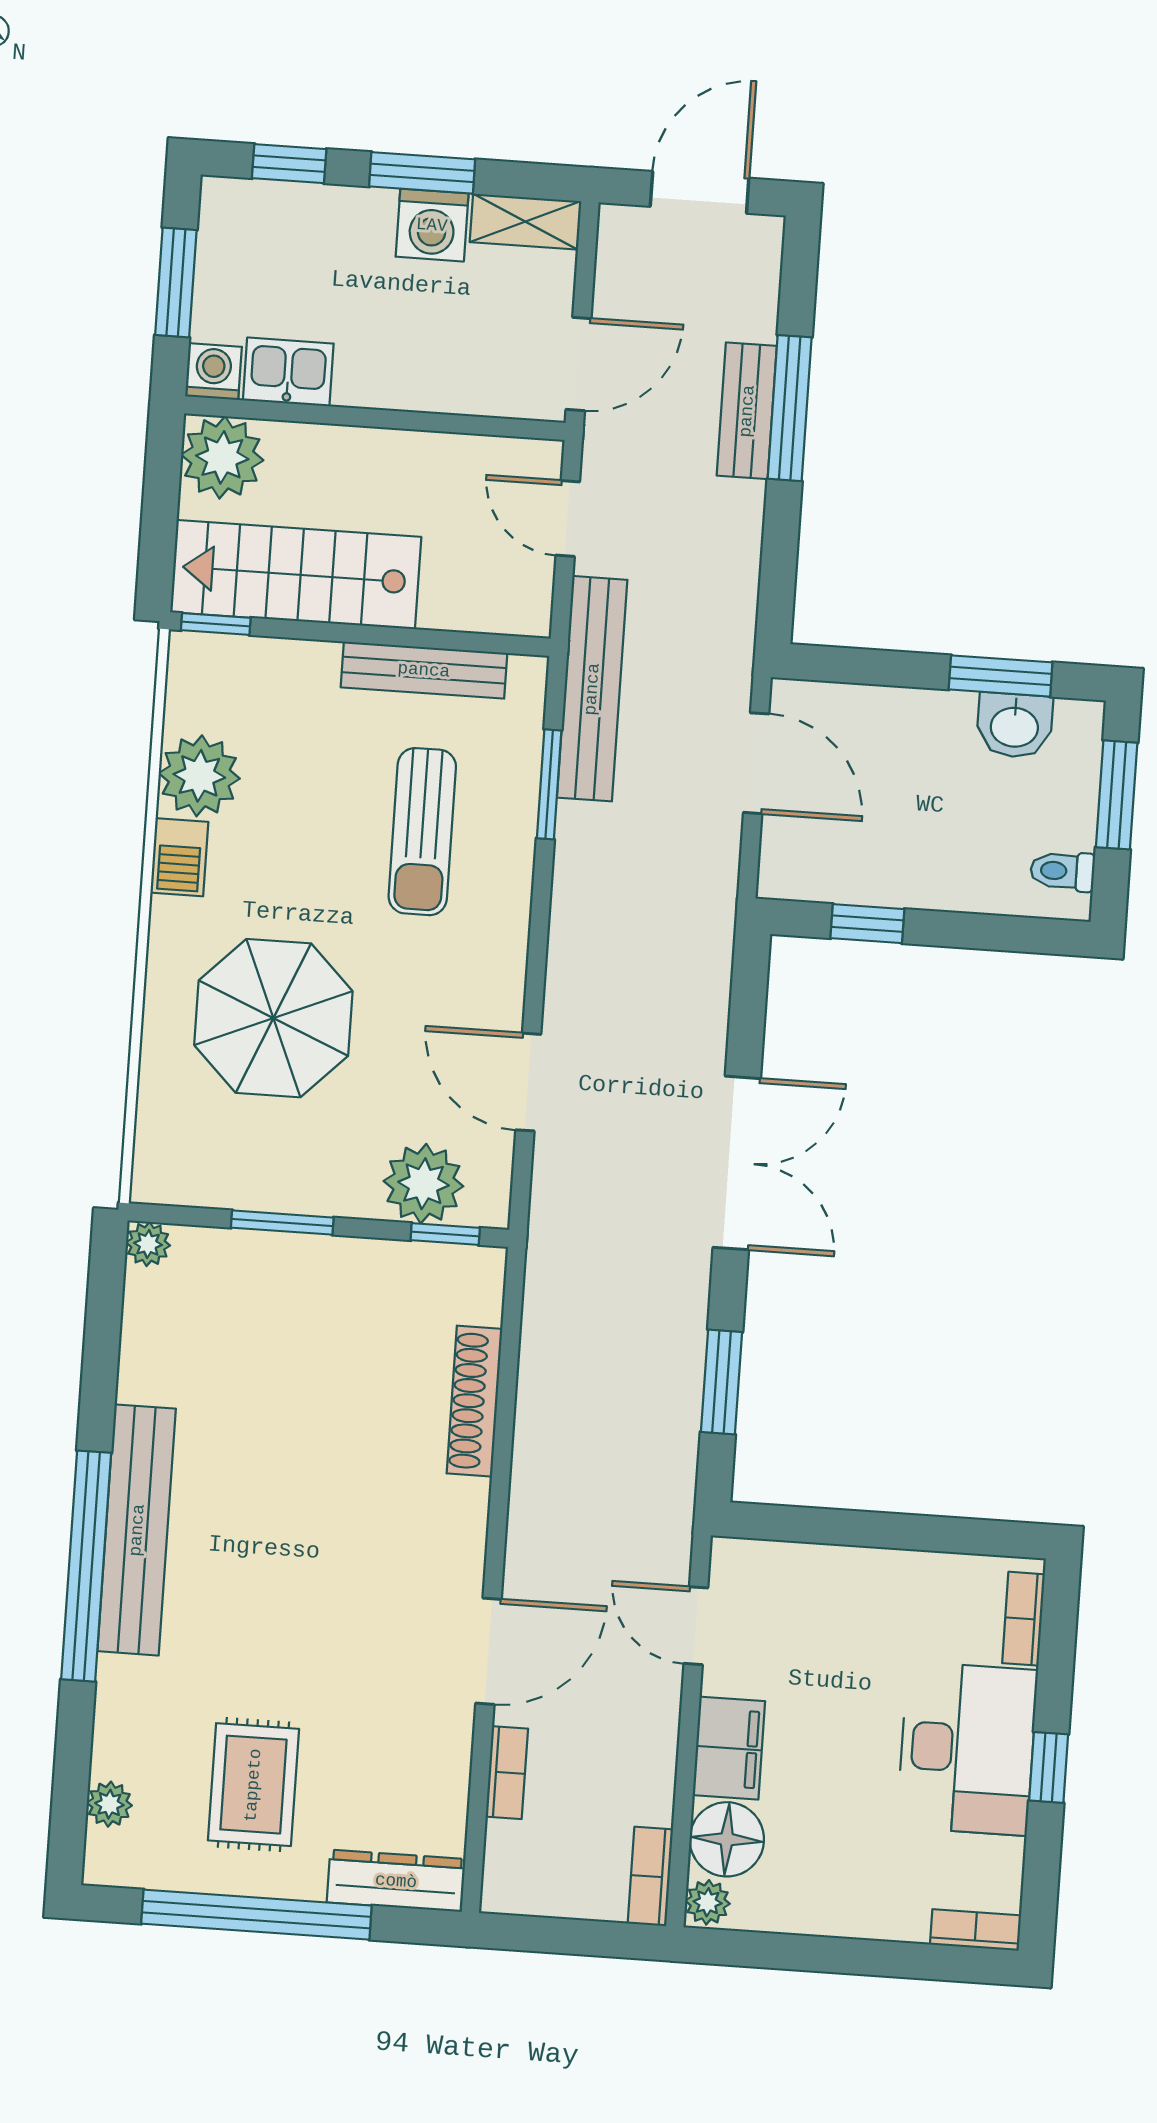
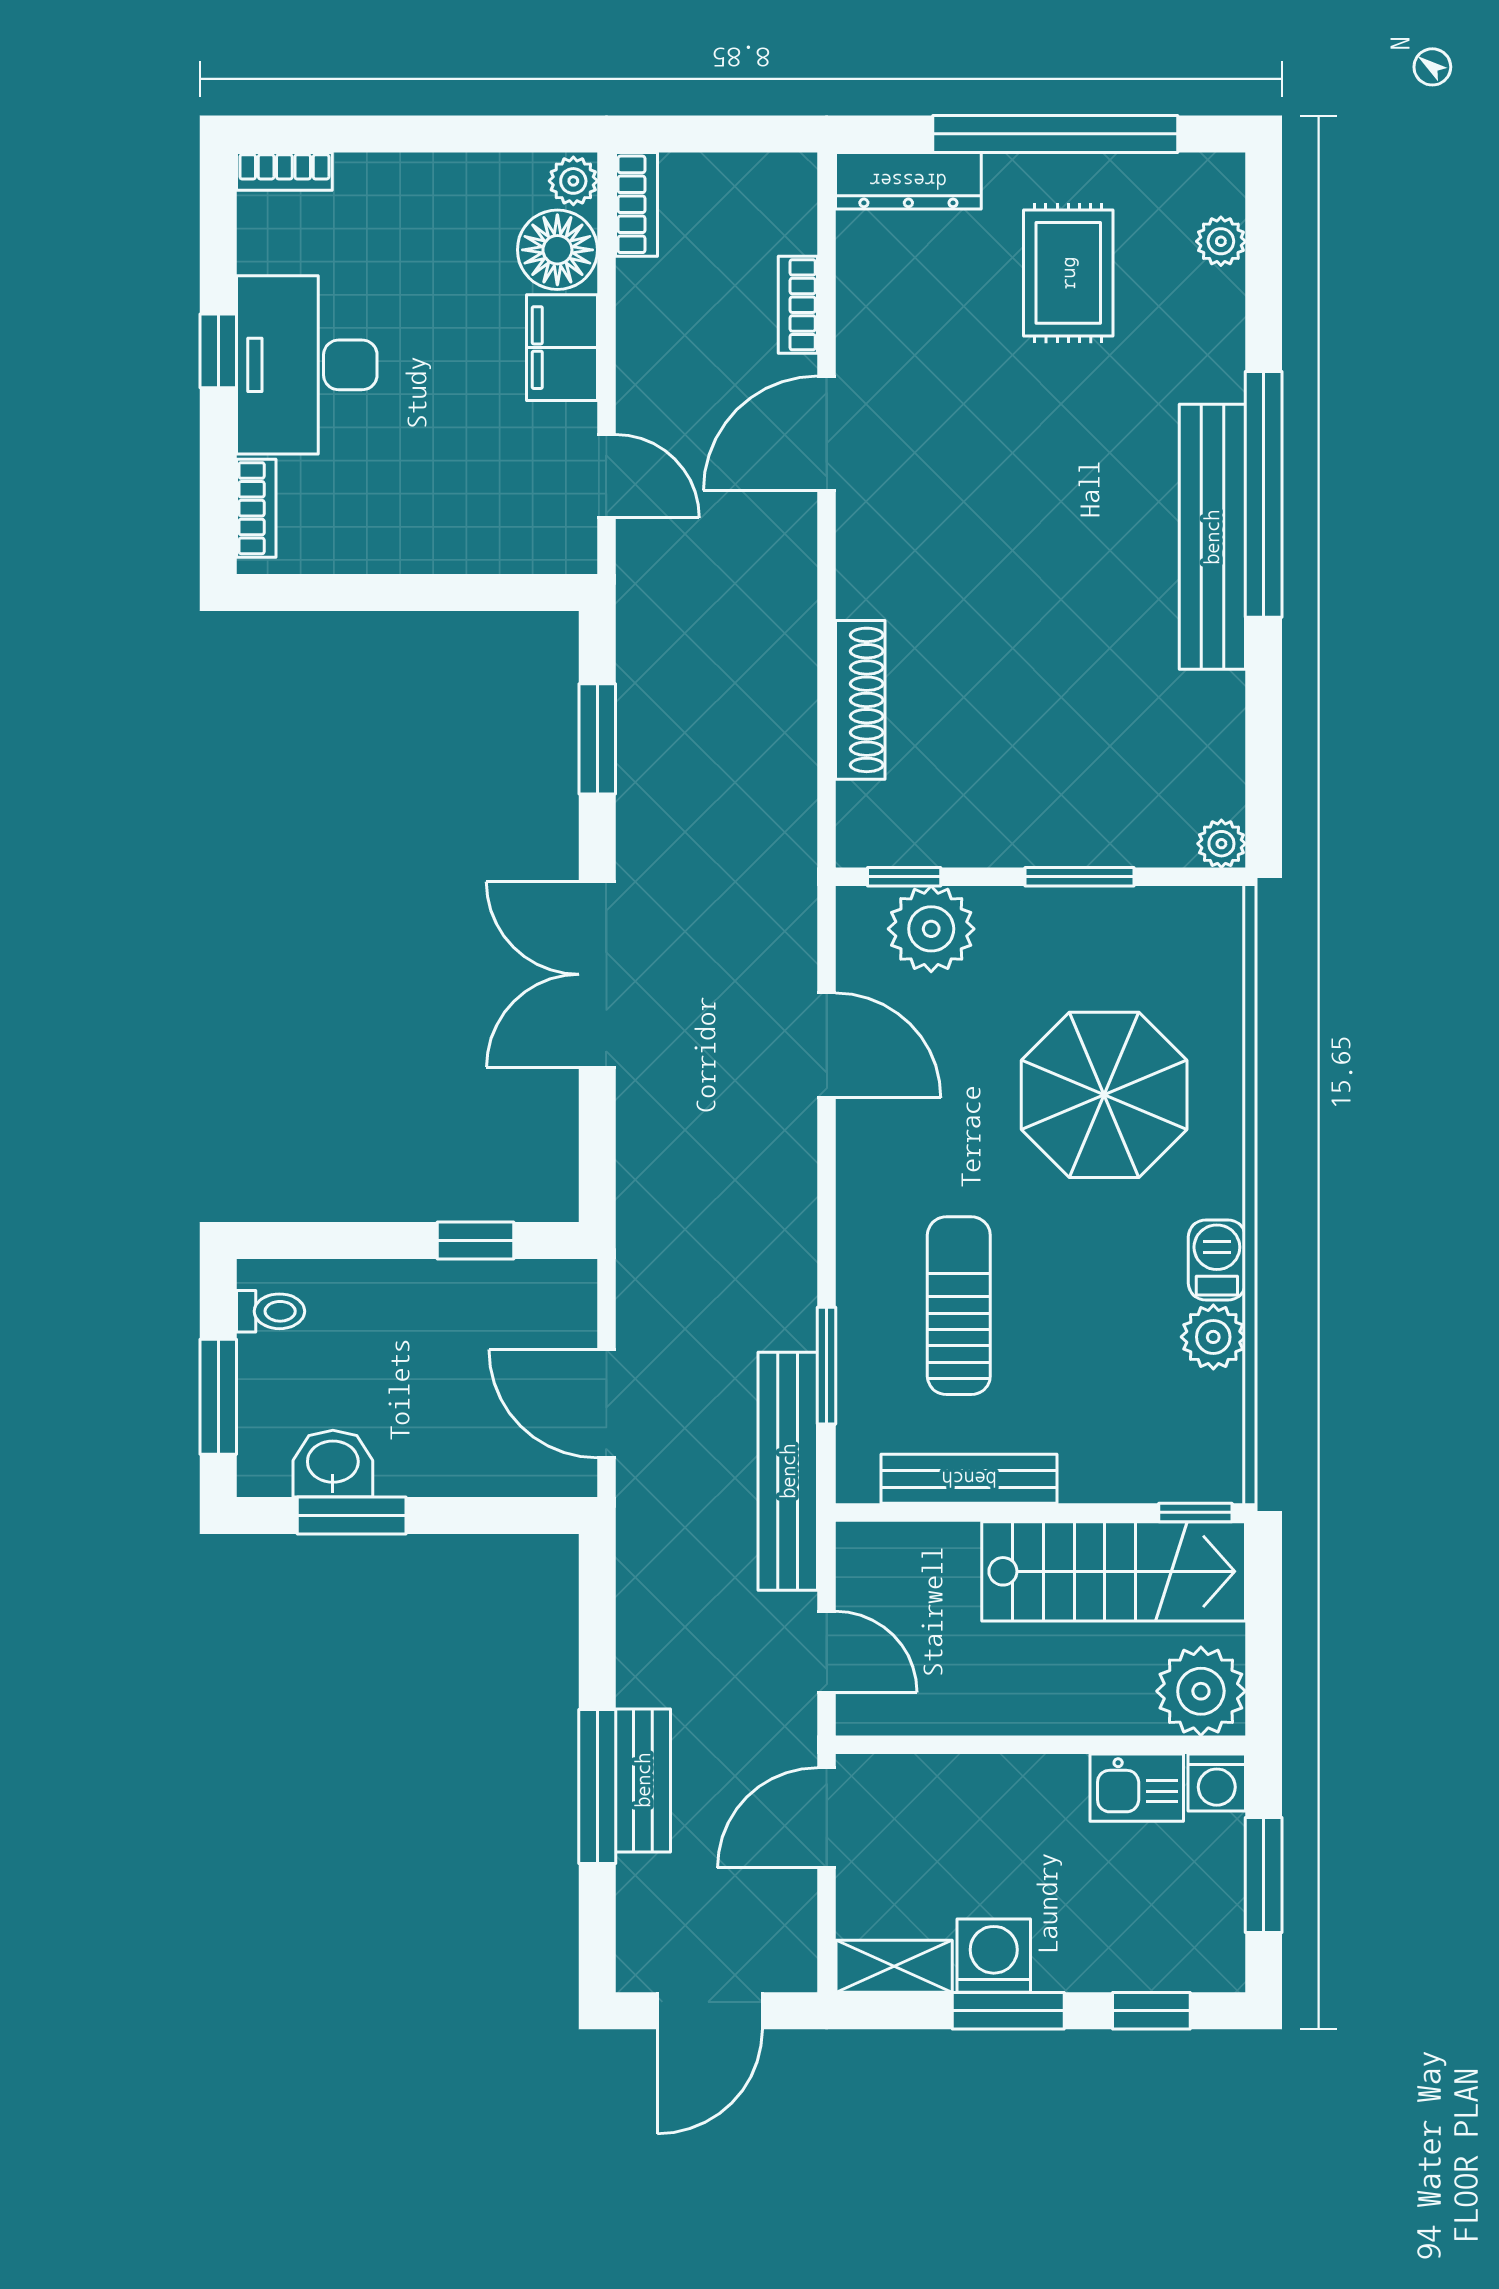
plant: (199, 776) -> (1213, 1337), width x0.73, depth x0.73

